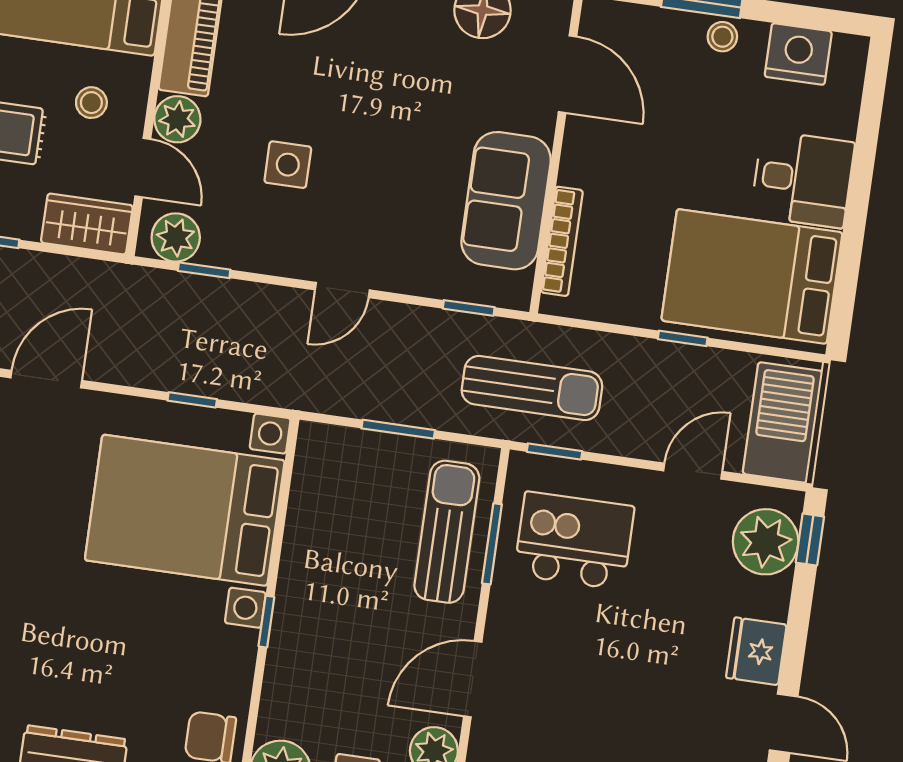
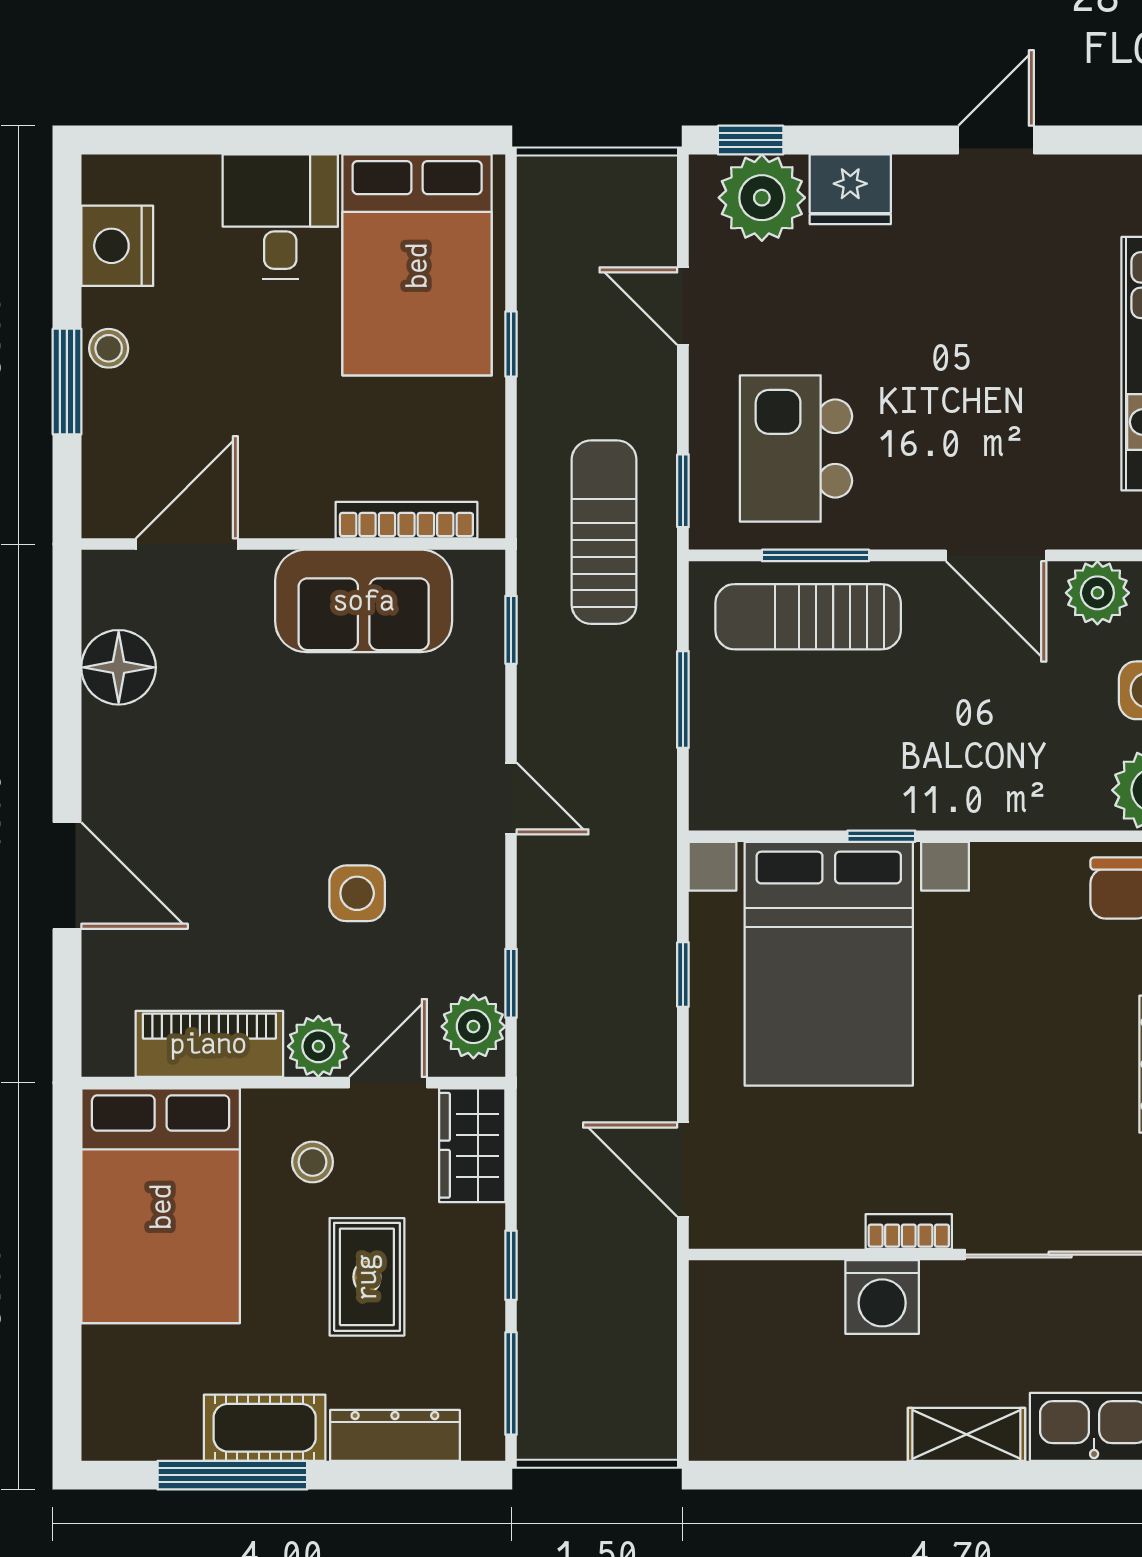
barbecue: (783, 422) -> (602, 197), removed
window: (266, 622) -> (881, 836), moved
fridge: (756, 651) -> (850, 189), moved

